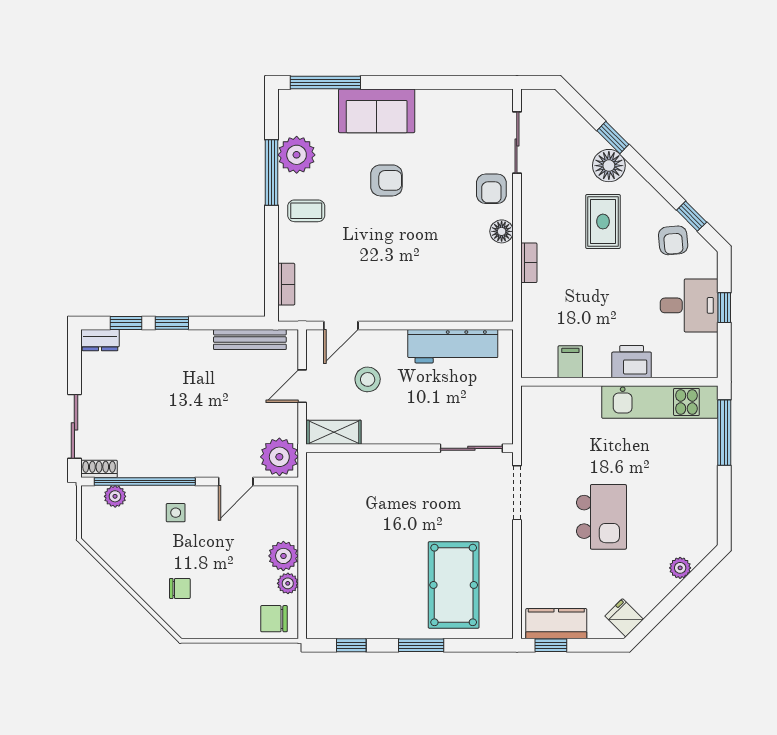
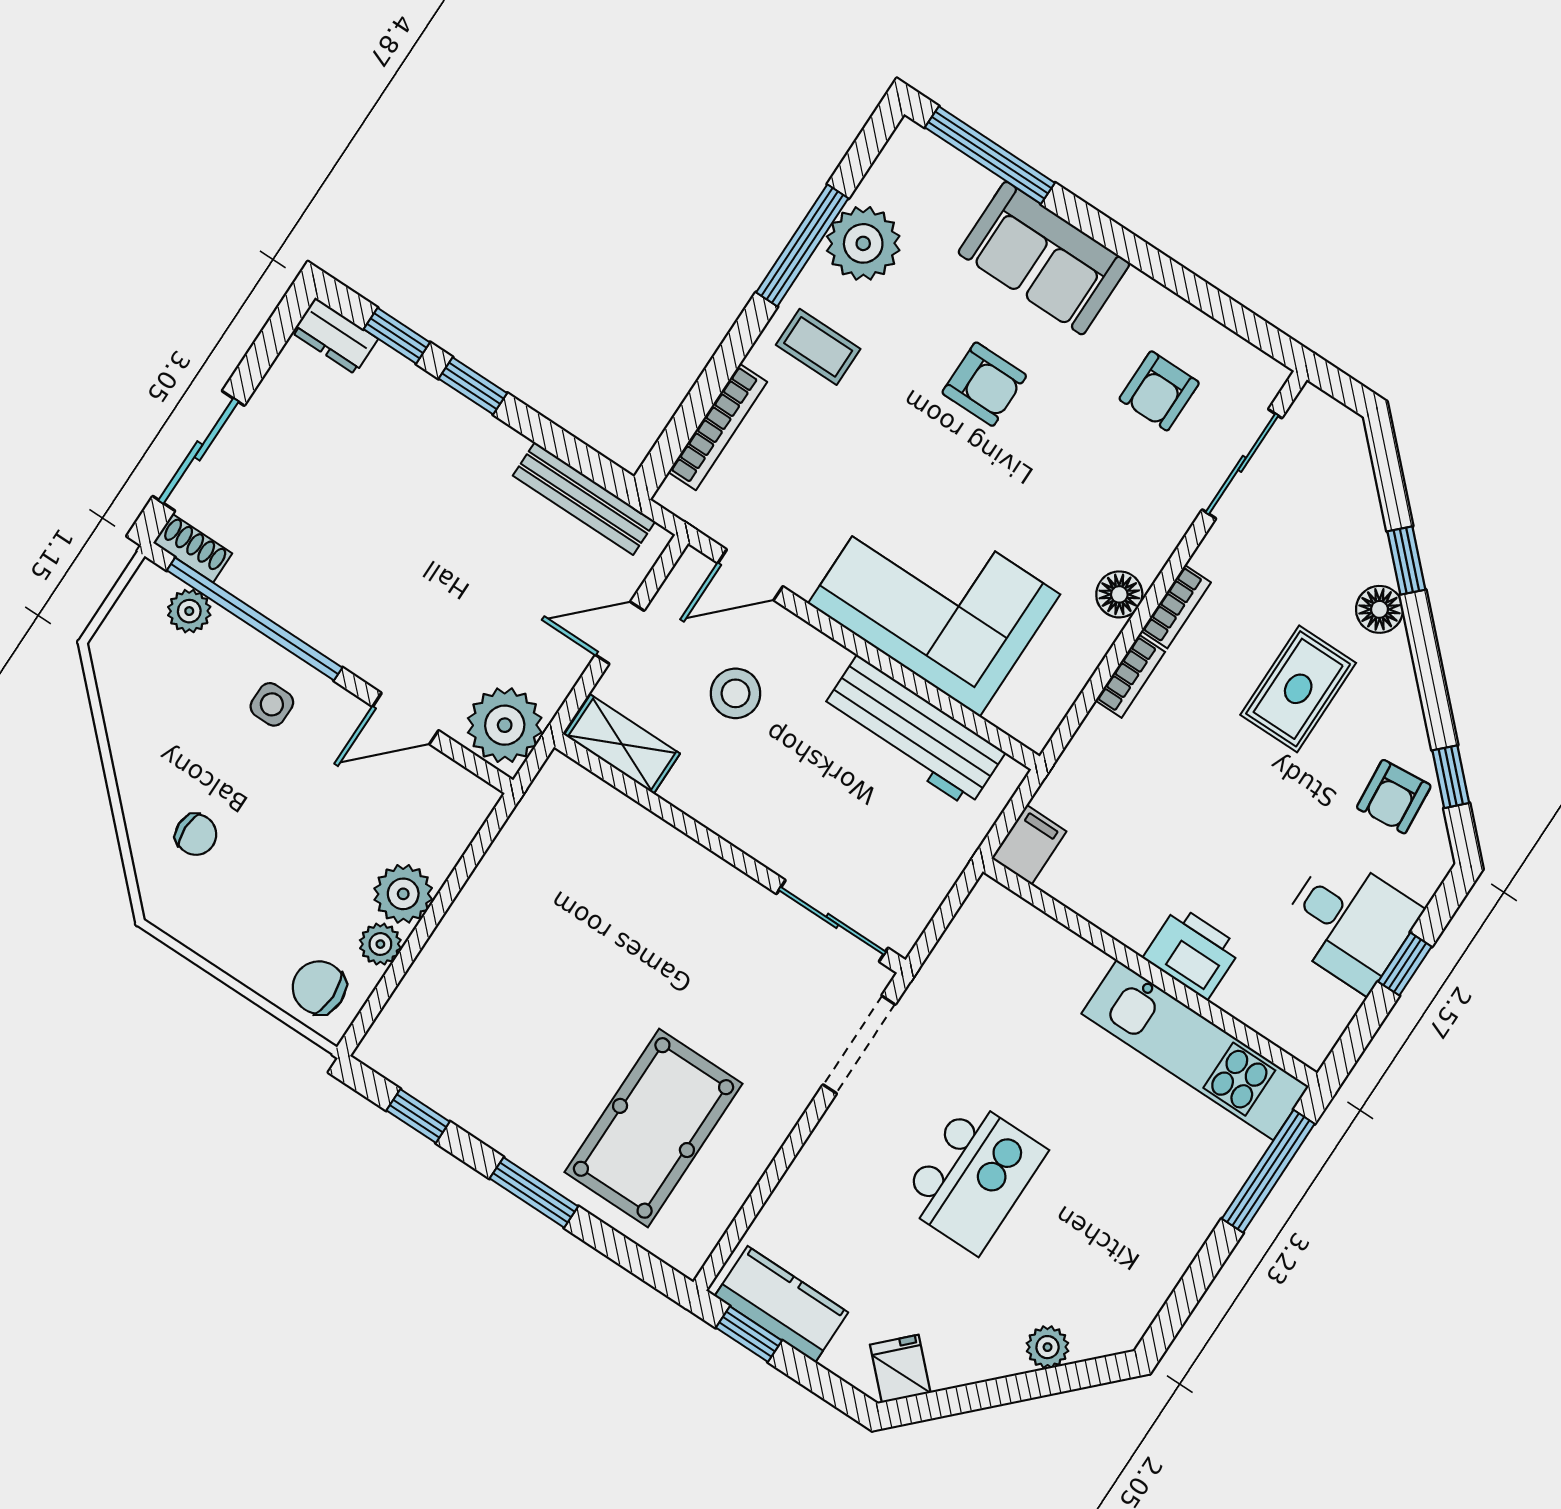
floor lamp: (609, 166) -> (1379, 609), width x0.73, depth x0.73
armchair: (491, 189) -> (1159, 391), moved
bookcase: (529, 221) -> (1176, 607), added
bookcase: (286, 284) -> (718, 427), width x1.56
corner sofa: (425, 285) -> (934, 599), added
filing cabinet: (570, 362) -> (1029, 845), moved

